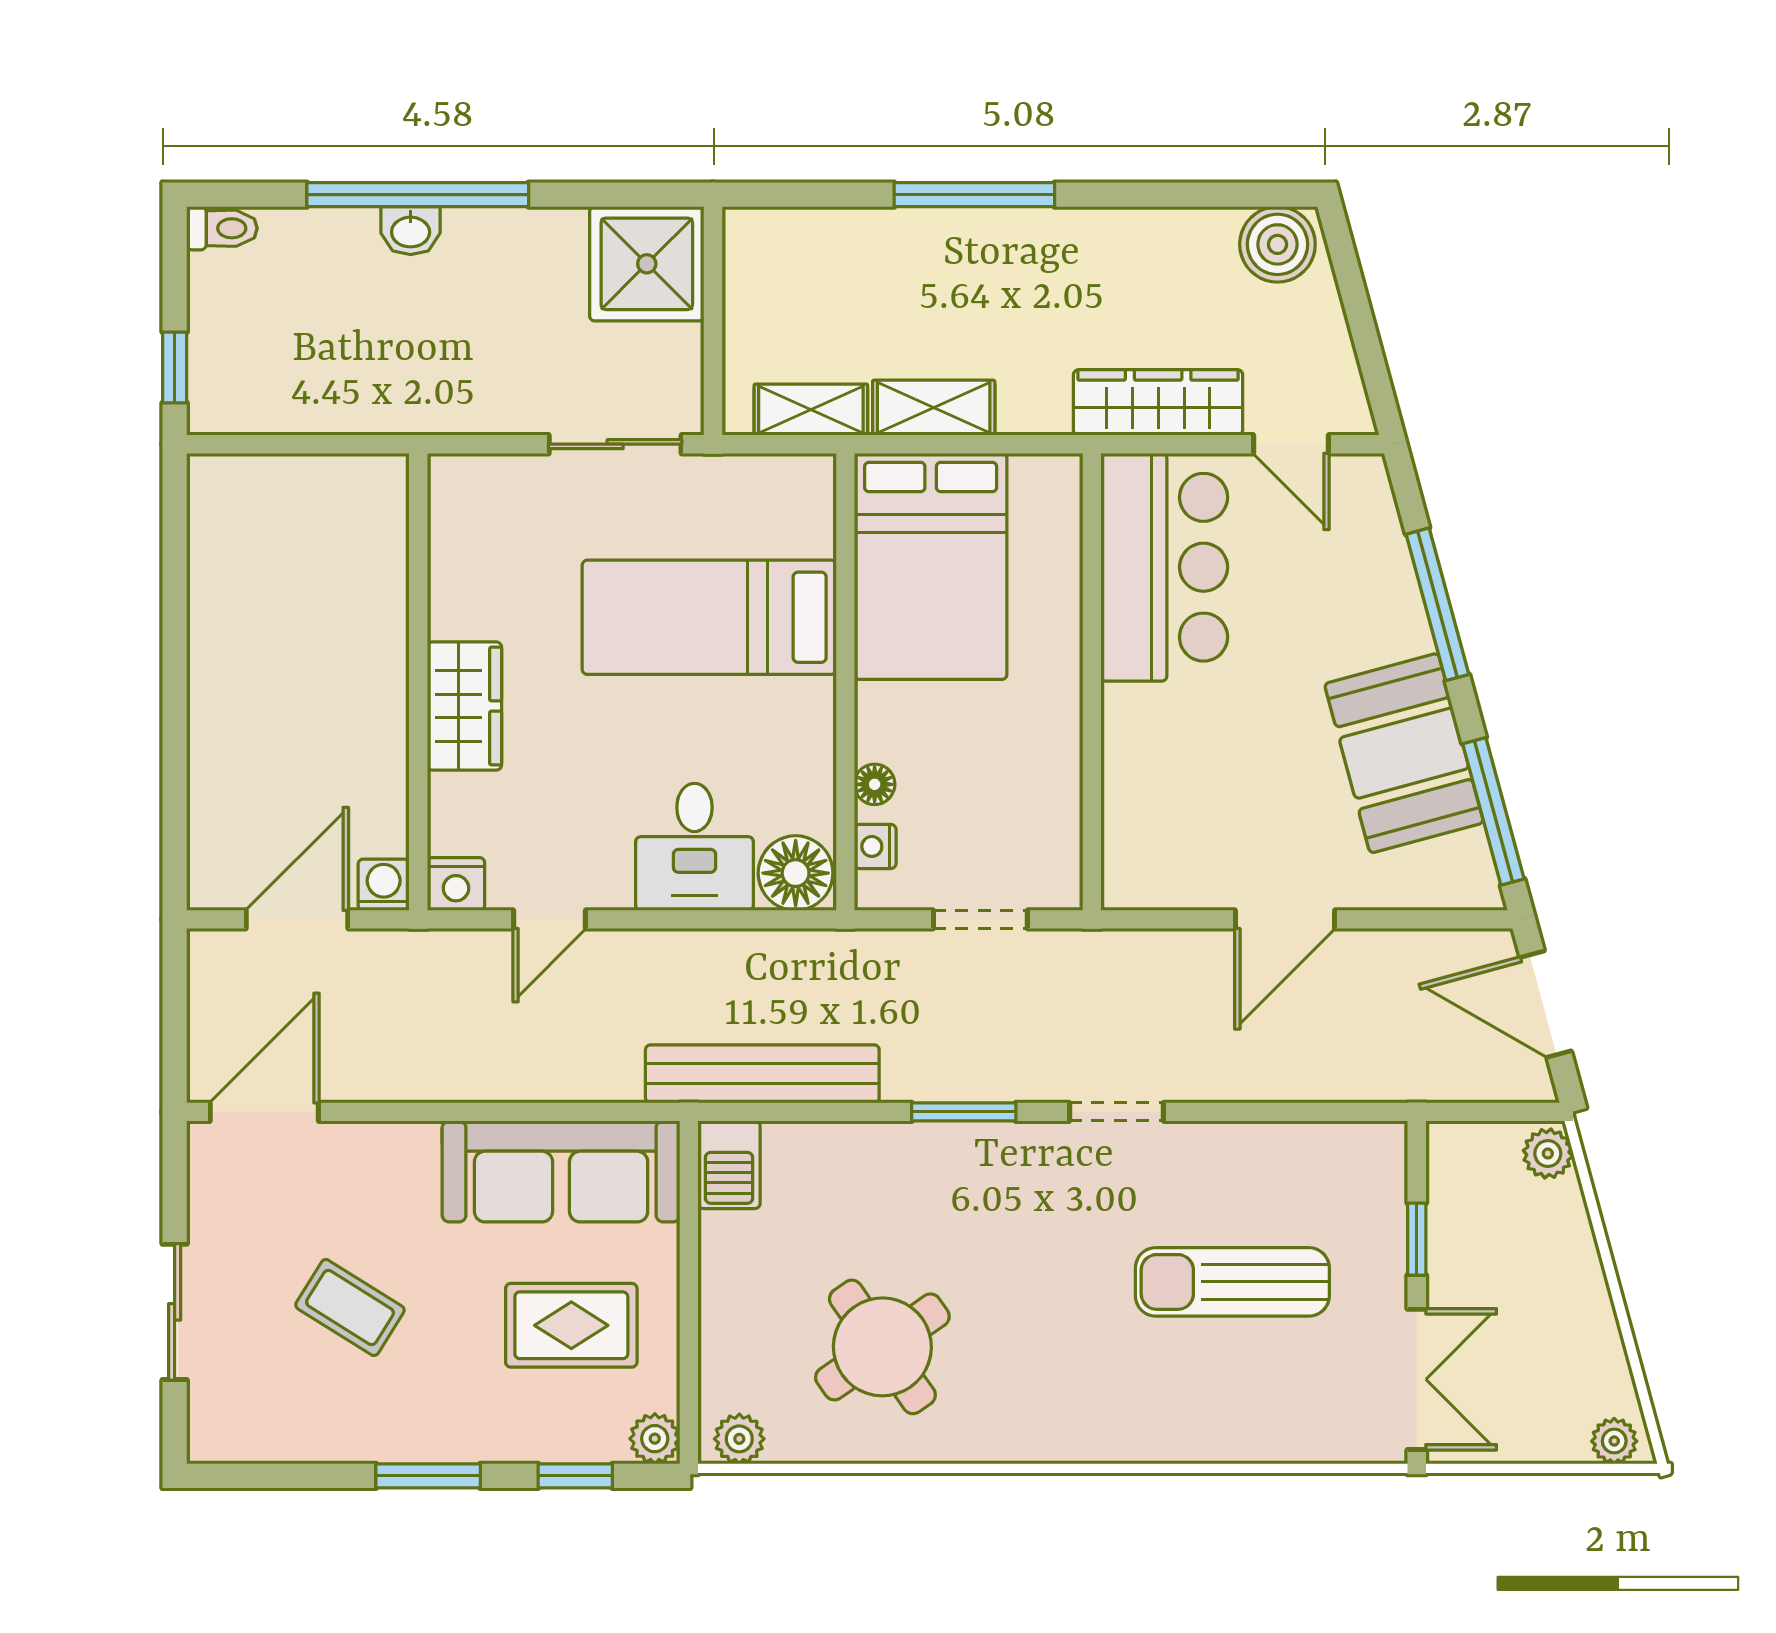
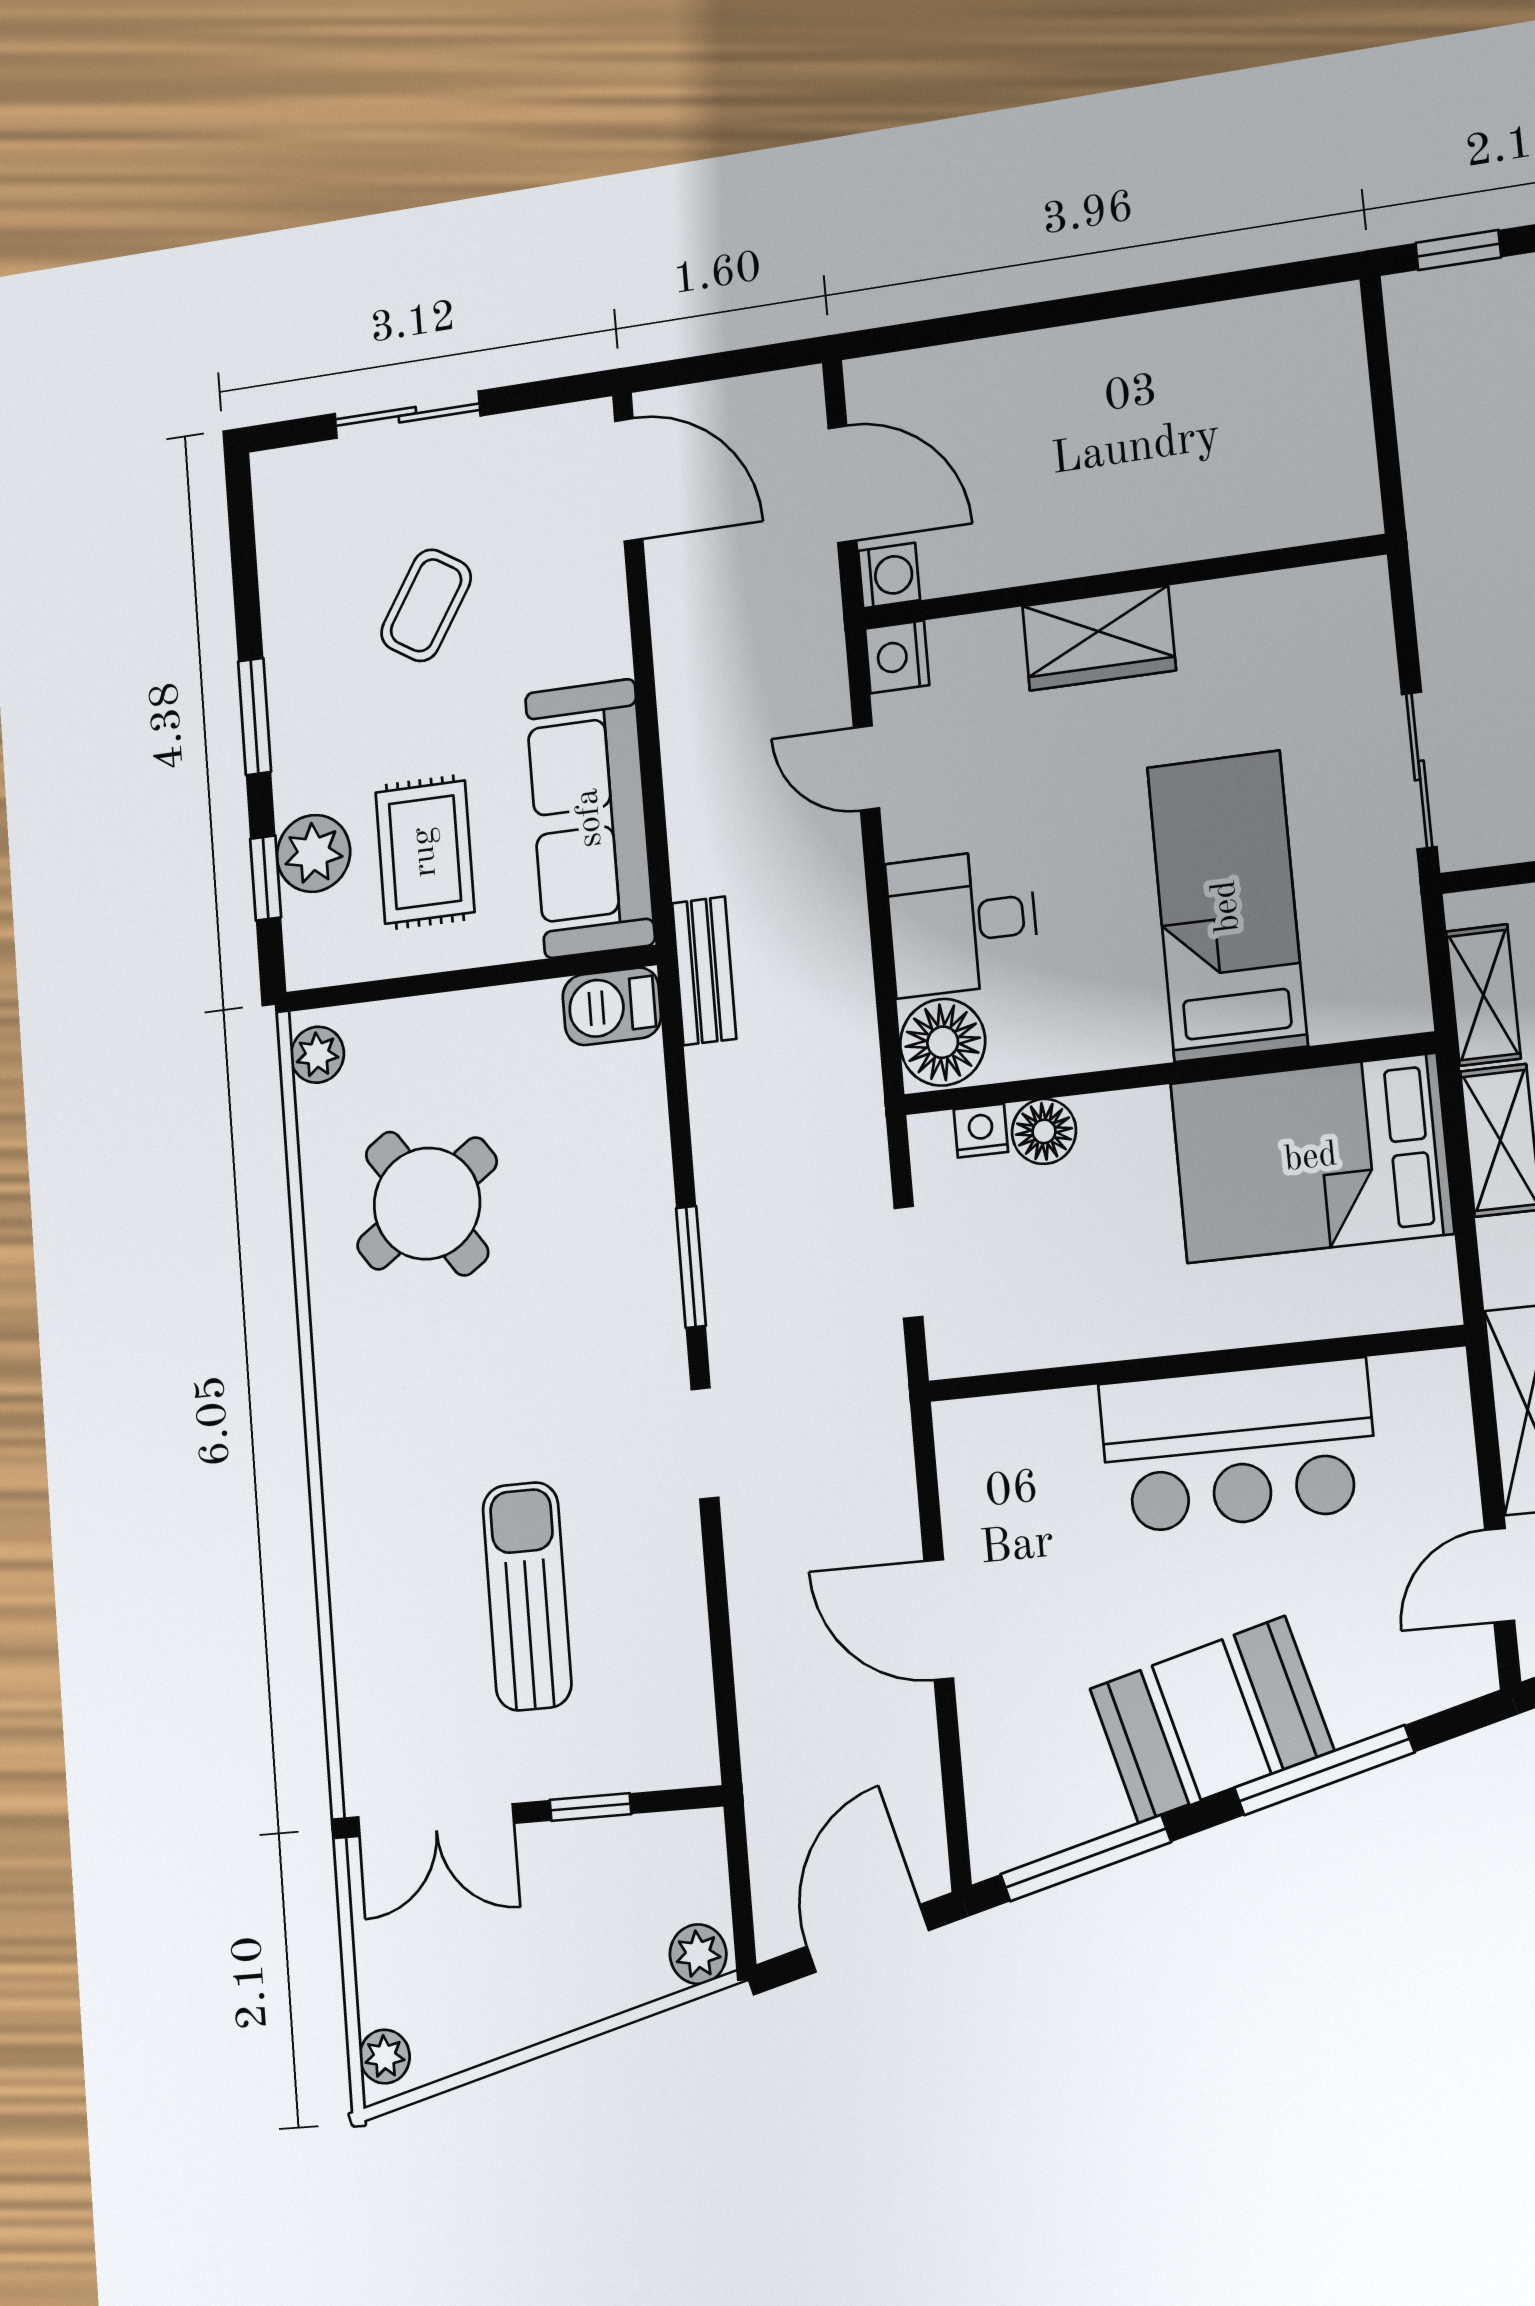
bar counter: (1164, 567) -> (1238, 1446), moved
booth: (1404, 753) -> (1211, 1720), moved
floor lamp: (875, 784) -> (1044, 1131), width x1.37, depth x1.37
bench: (762, 1074) -> (704, 971), width x0.54, depth x0.82
plant: (655, 1439) -> (314, 853), moved, width x1.38, depth x1.38

